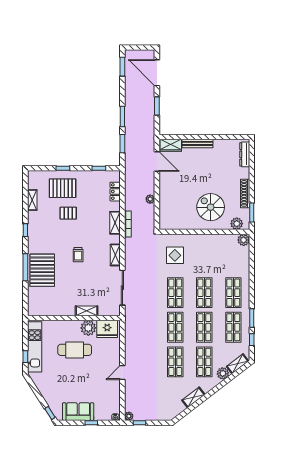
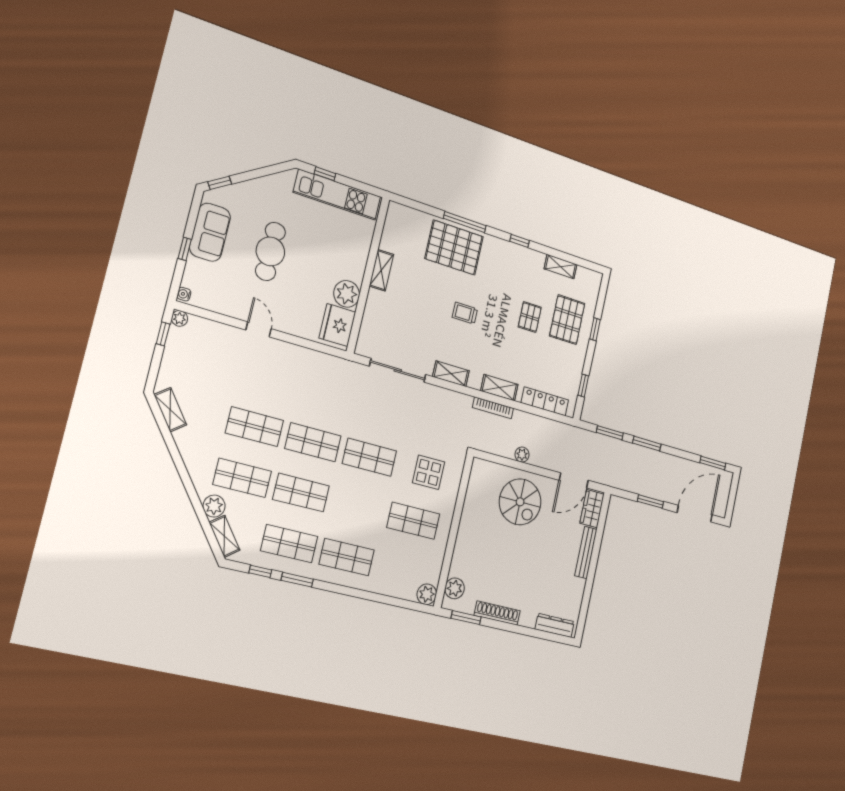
locker: (115, 192) -> (545, 401), width x1.53
spiral stairs: (211, 207) -> (520, 502), moved, turned 90
shop shelf: (204, 293) -> (413, 521), moved
shelving: (87, 311) -> (381, 270), moved
cafe table: (75, 350) -> (270, 251), moved
shelving: (193, 397) -> (170, 410), moved

